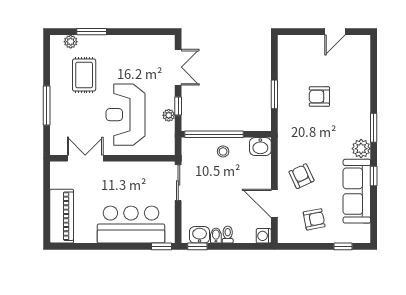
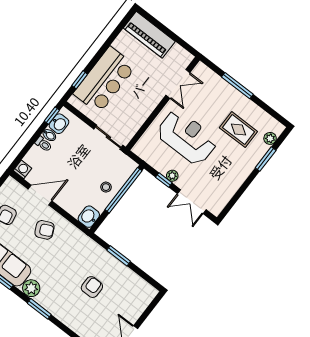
plant: (169, 115) -> (172, 176), moved
window: (162, 246) -> (80, 80), moved

